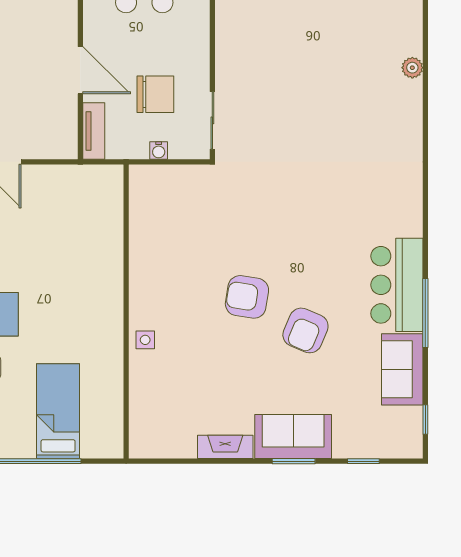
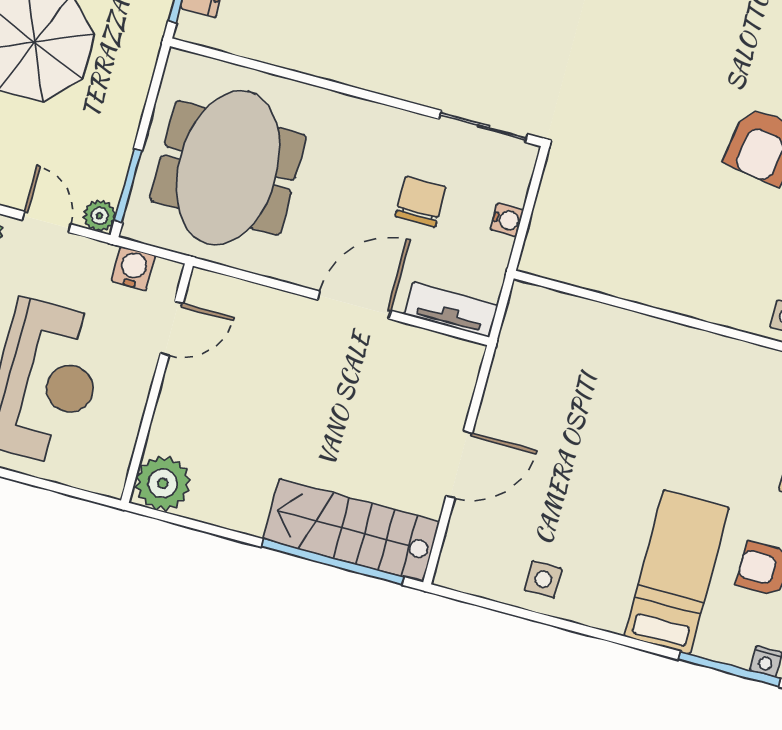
chair: (155, 94) -> (421, 202), width x0.73, depth x0.73

